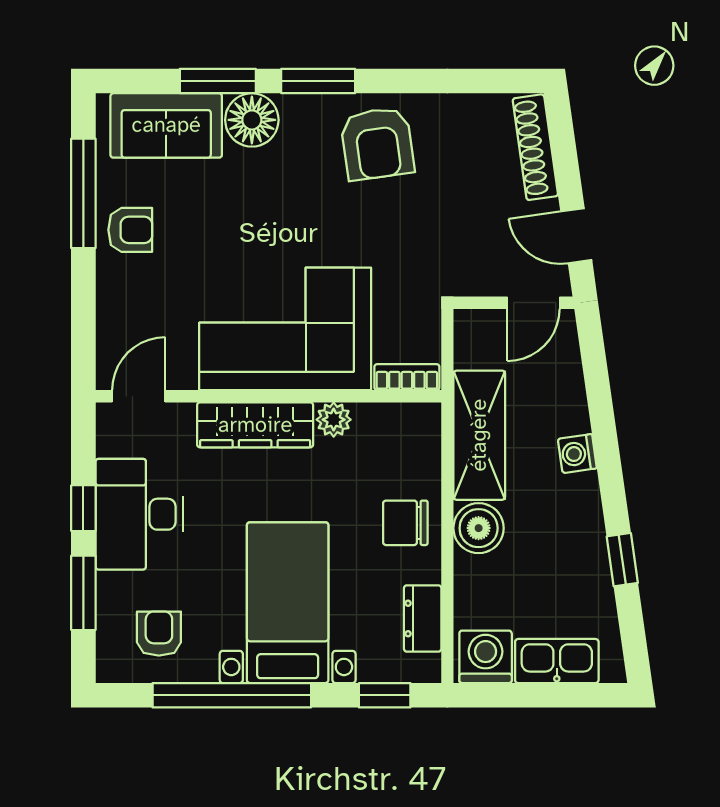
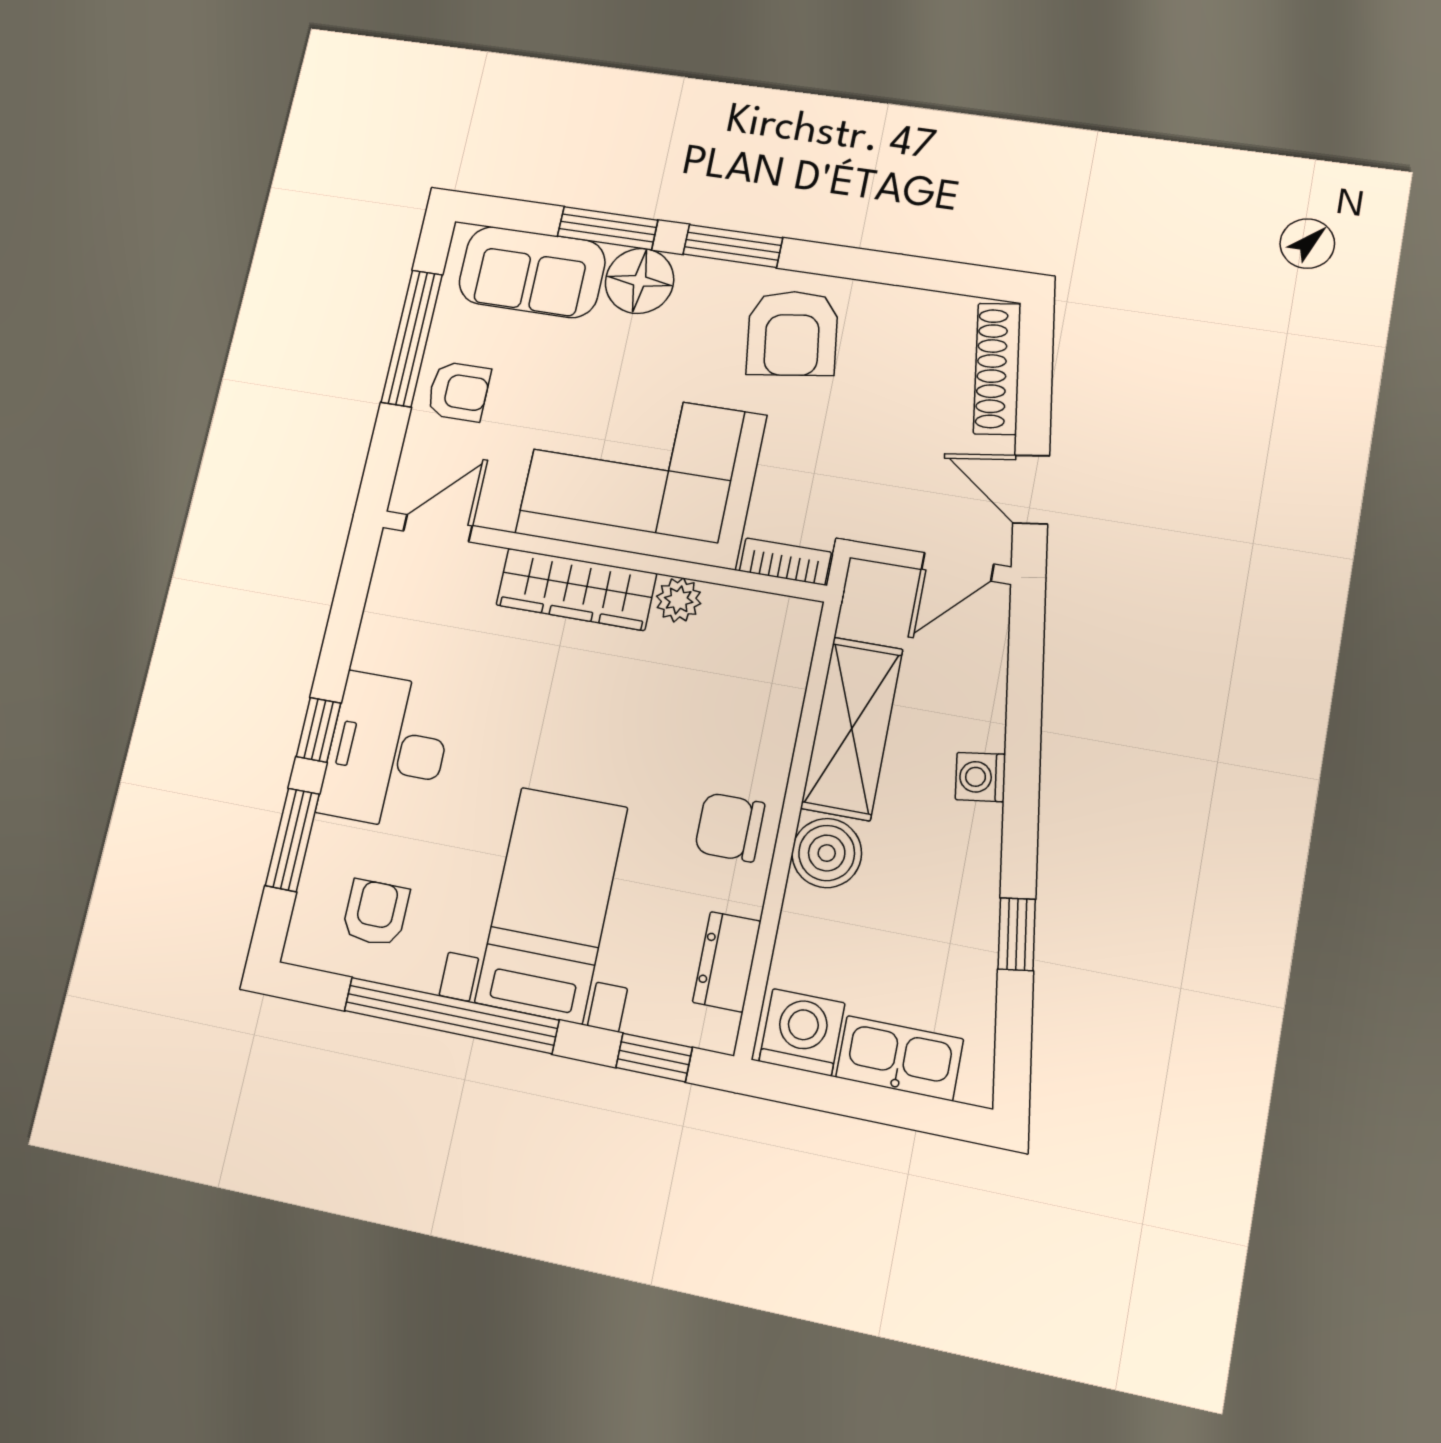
corner sofa: (285, 329) -> (641, 474), moved
bookcase: (407, 377) -> (785, 562), moved
door: (139, 396) -> (438, 528), moved
wall: (268, 396) -> (601, 556), moved
plant: (334, 420) -> (679, 600), moved
wardrobe: (255, 425) -> (576, 589), moved

